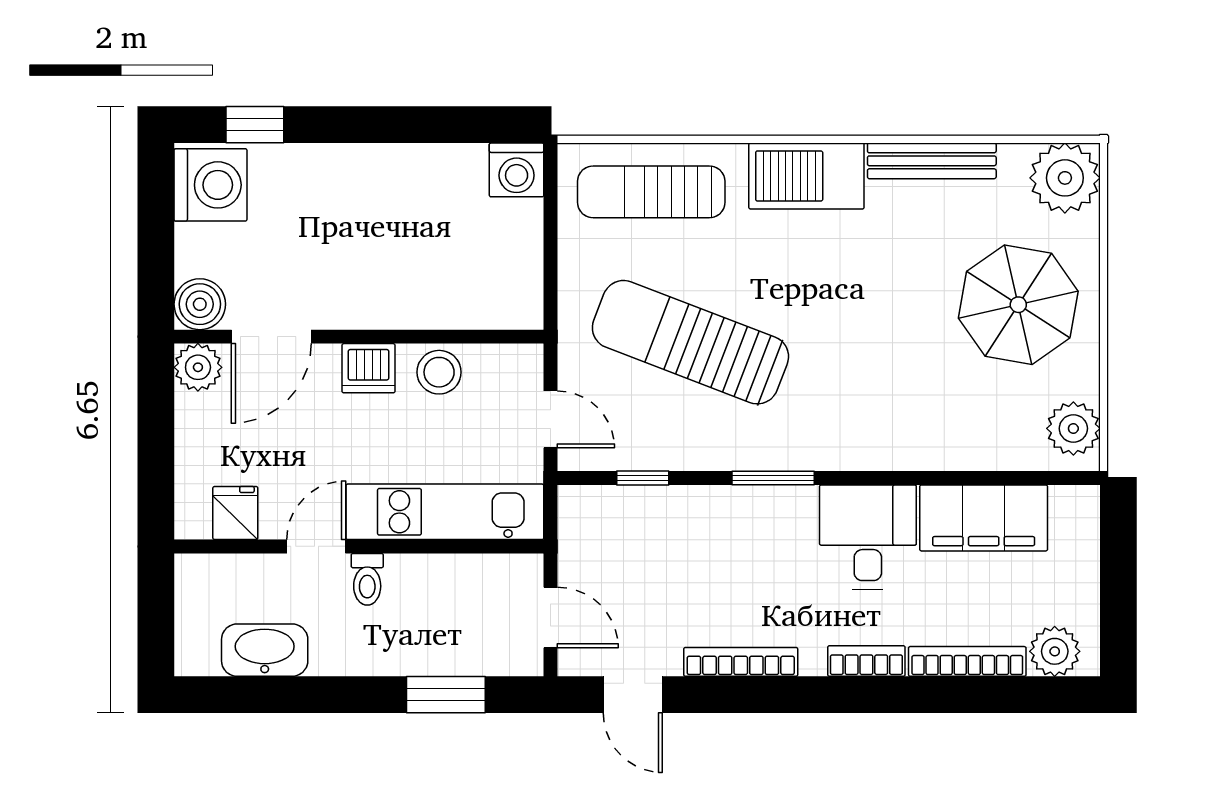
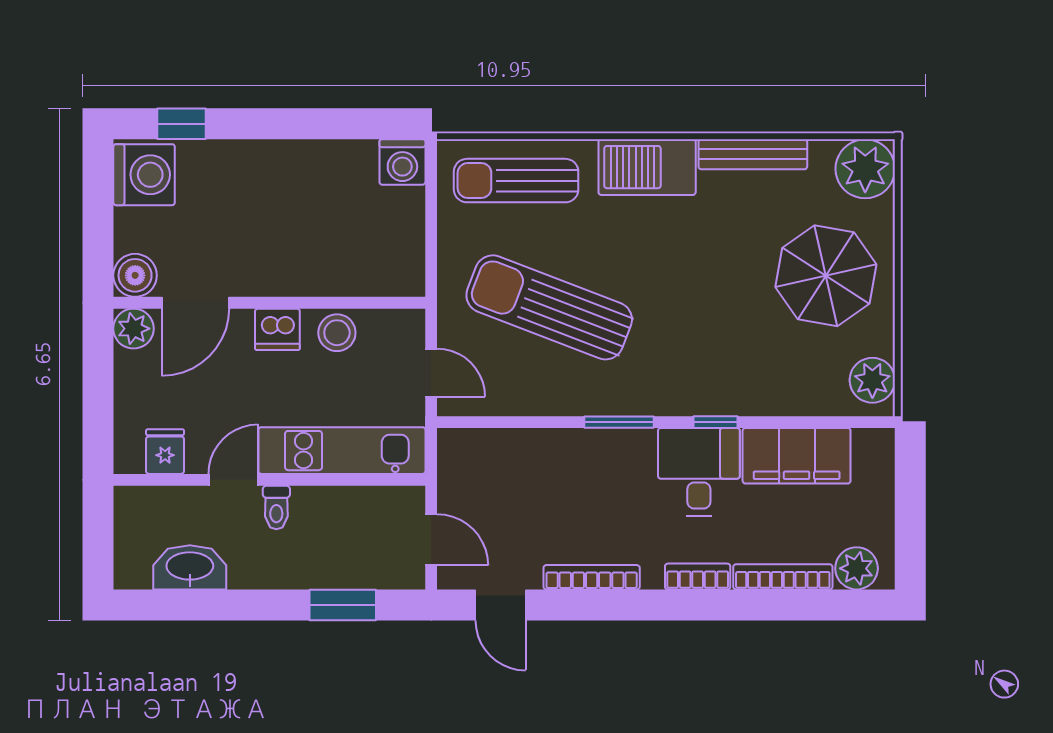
window: (643, 478) -> (716, 422), moved

